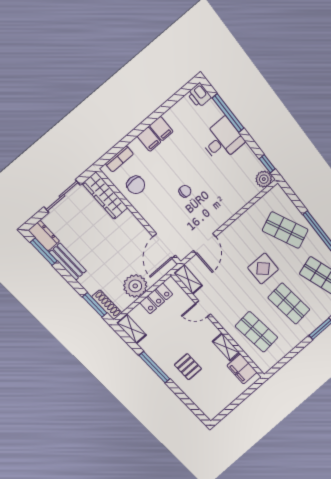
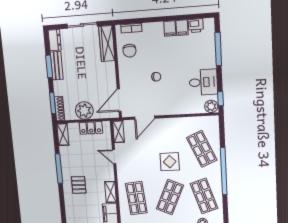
printer: (199, 95) -> (196, 26), moved, turned -90
filing cabinet: (149, 139) -> (182, 28), moved
desk: (222, 140) -> (203, 82), moved
window: (44, 252) -> (49, 66), moved
shop shelf: (289, 304) -> (170, 197), turned 30

